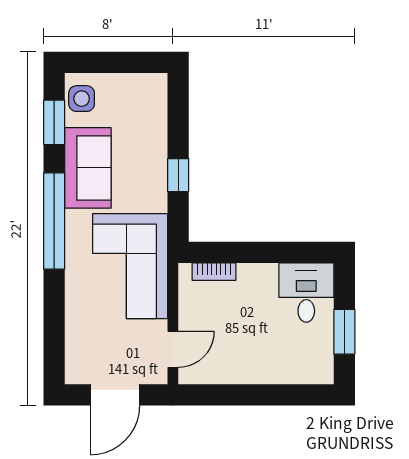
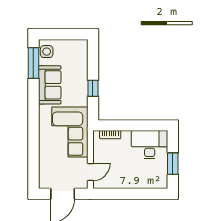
window: (54, 122) -> (33, 63), width x1.44
window: (54, 221) -> (33, 110), removed
desk: (306, 293) -> (150, 145), width x1.37

